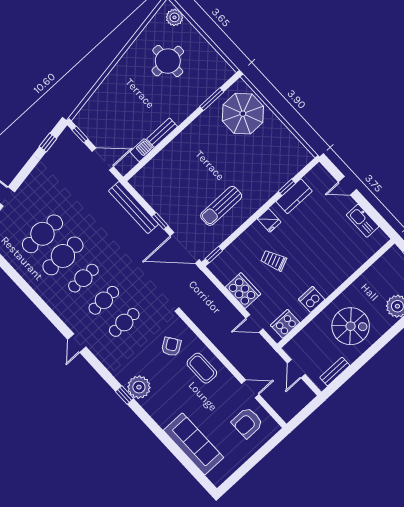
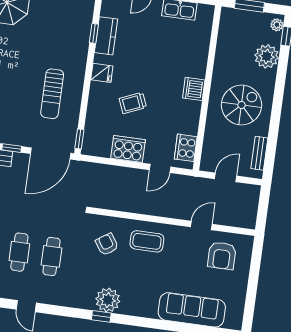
dishwasher: (312, 299) -> (194, 89), moved
door: (296, 369) -> (226, 177), swing flipped

